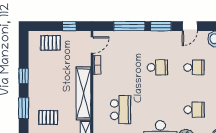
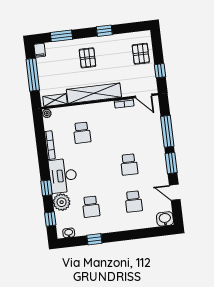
window: (24, 108) -> (61, 36), moved
school desk: (121, 110) -> (82, 133), width x0.54
pallet: (48, 117) -> (87, 58), moved

